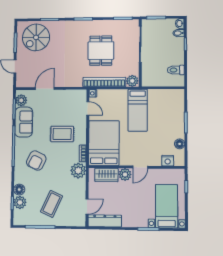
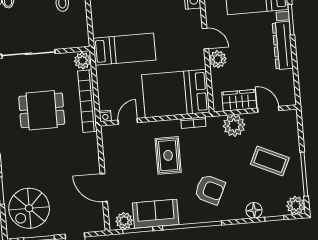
spiral stairs: (36, 37) -> (29, 208), turned 90
plant: (78, 171) -> (234, 125), moved
wardrobe: (106, 175) -> (239, 100), moved, turned -90
plant: (20, 202) -> (296, 205), moved
dresser: (105, 221) -> (283, 45), moved

